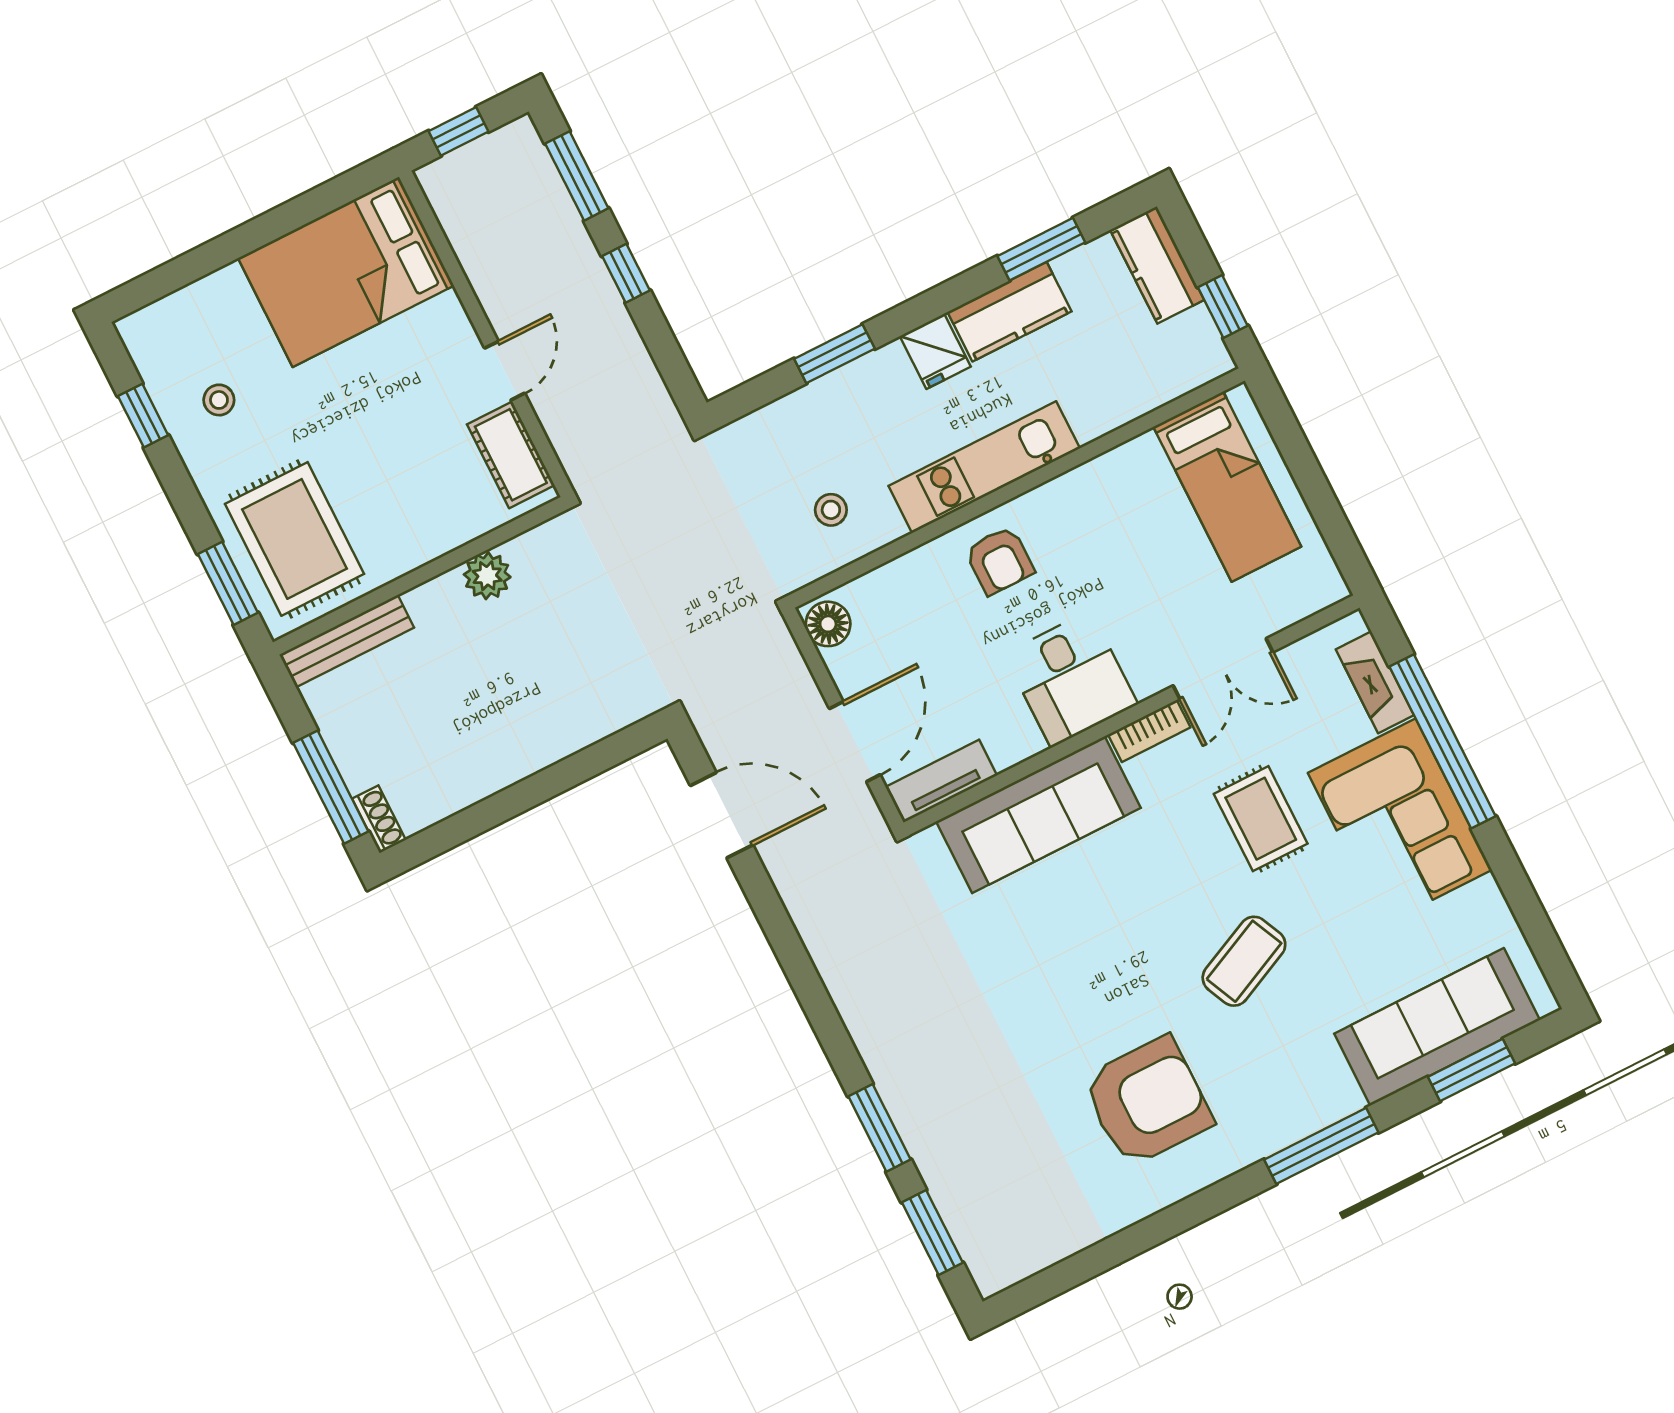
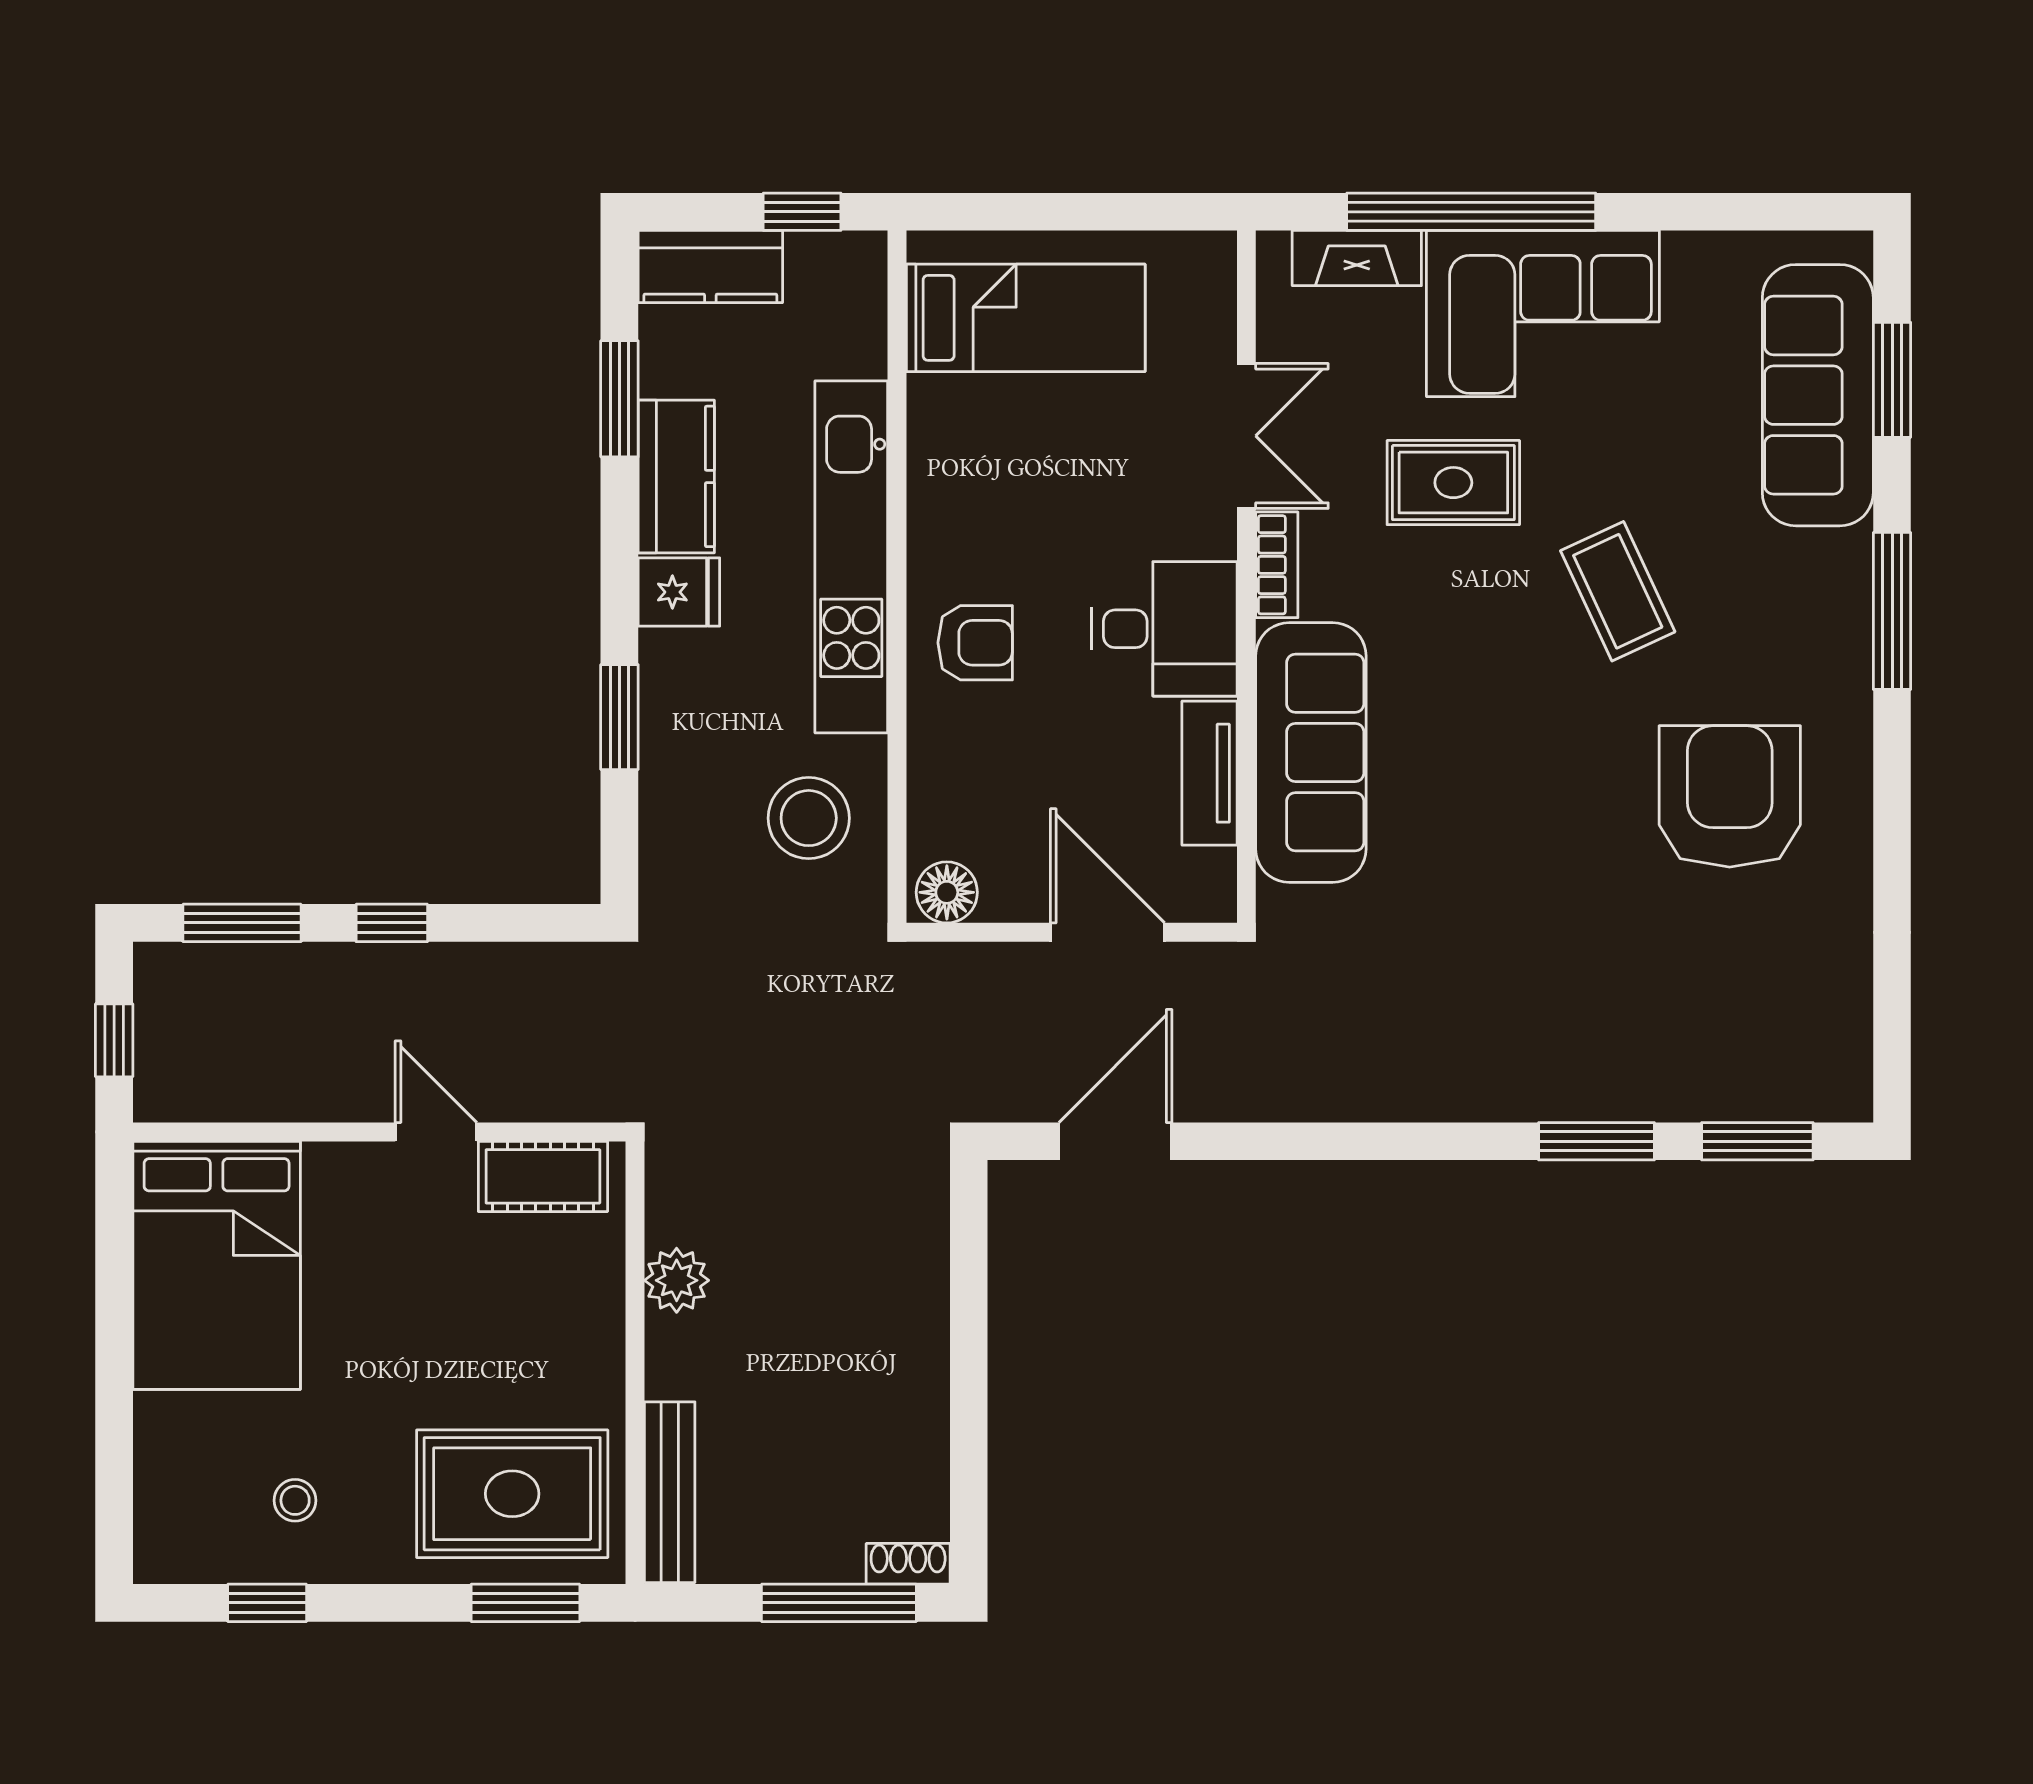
kitchen unit: (984, 467) -> (851, 557), width x1.36
stool: (831, 510) -> (809, 818), width x1.89, depth x1.89
tv unit: (941, 781) -> (1209, 773), moved

